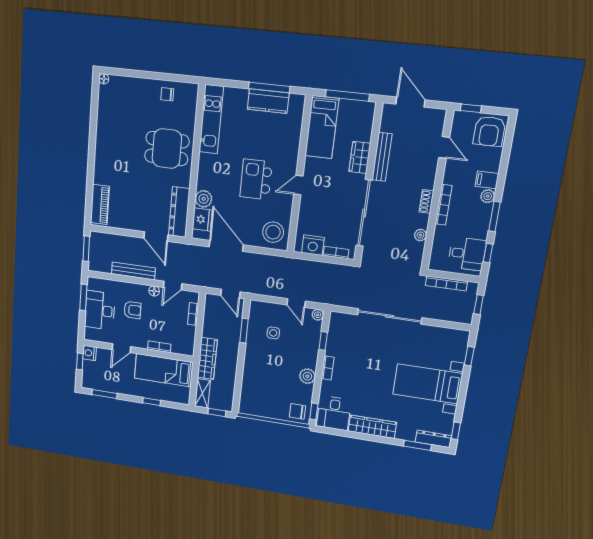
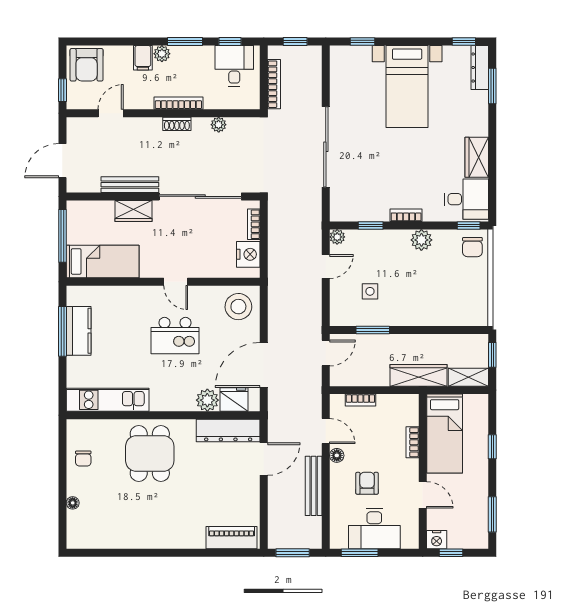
floor lamp: (104, 79) -> (73, 503), moved
armchair: (489, 131) -> (87, 65), turned 90
wardrobe: (372, 427) -> (477, 157), width x0.67

